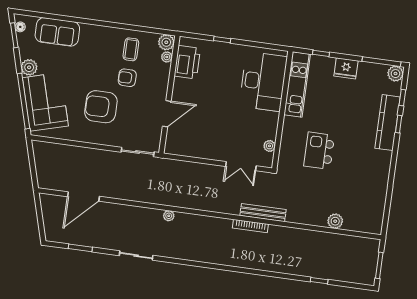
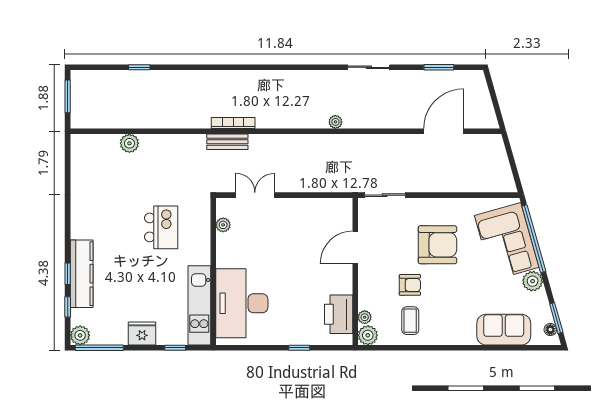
bench: (263, 213) -> (227, 142), width x0.73

